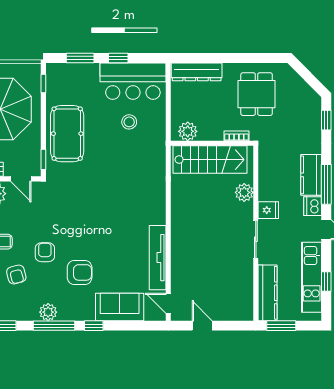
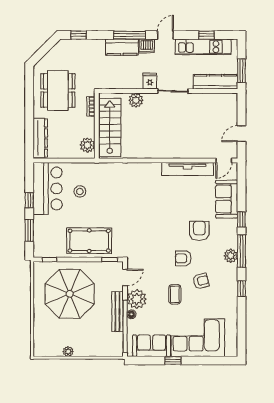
dining table: (257, 94) -> (58, 90), width x1.38

